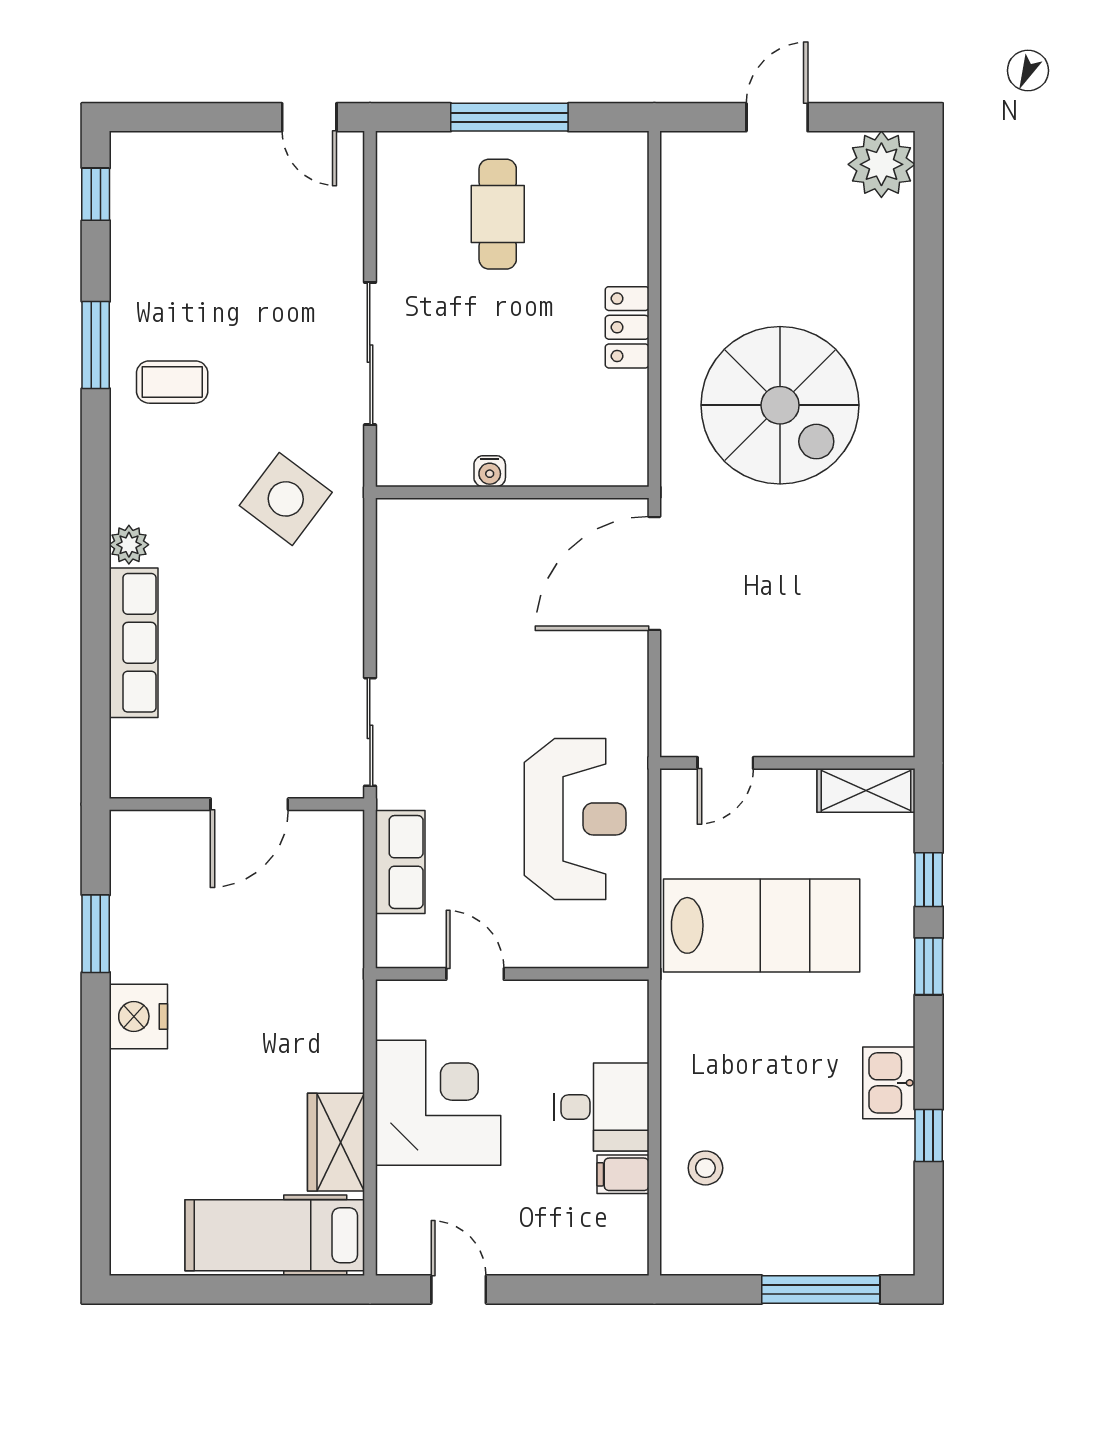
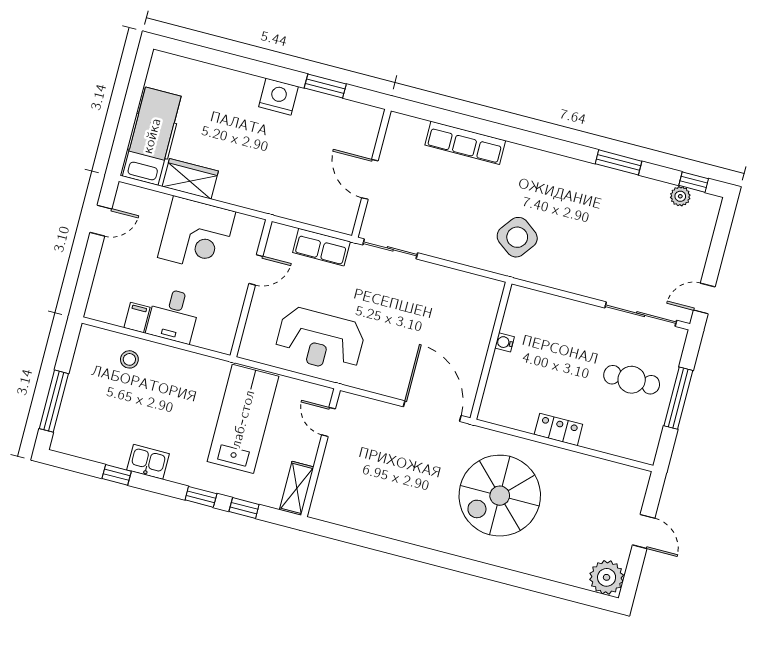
sliding door: (370, 354) -> (641, 314), moved
coffee table: (172, 382) -> (590, 196), removed
plant: (129, 545) -> (680, 196), moved
lab bench: (762, 925) -> (243, 419), turned 180

